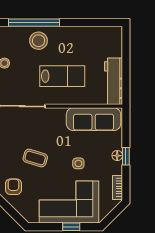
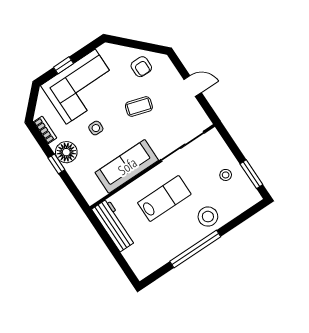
window: (34, 23) -> (195, 249), moved
lab bench: (62, 76) -> (164, 199), turned 180
sofa: (94, 119) -> (127, 166), moved
floor lamp: (117, 156) -> (66, 152), width x1.89, depth x1.89

